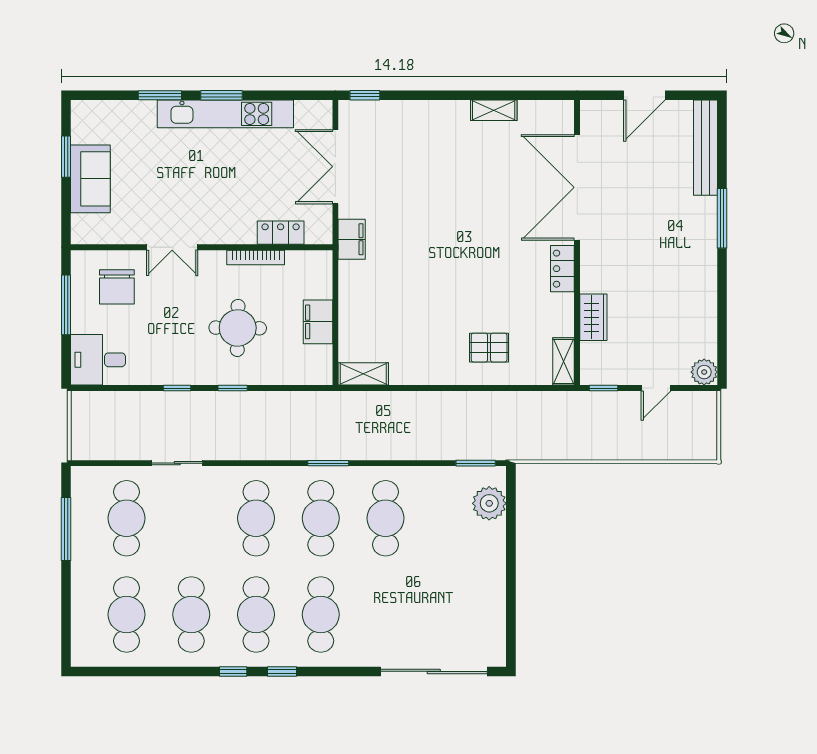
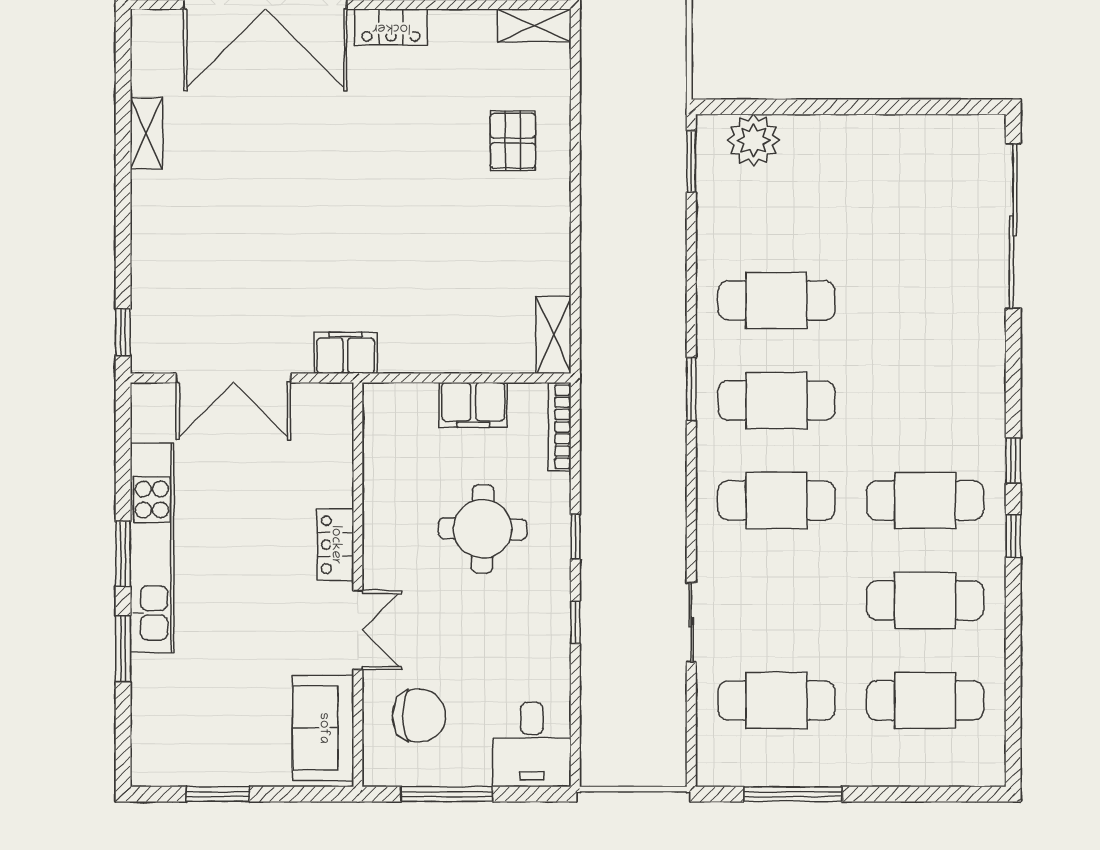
sofa: (90, 179) -> (323, 728), moved, turned -90
locker: (281, 233) -> (335, 545), moved
bookcase: (256, 257) -> (560, 427), moved, turned 180
cafe table: (321, 615) -> (925, 400), removed

